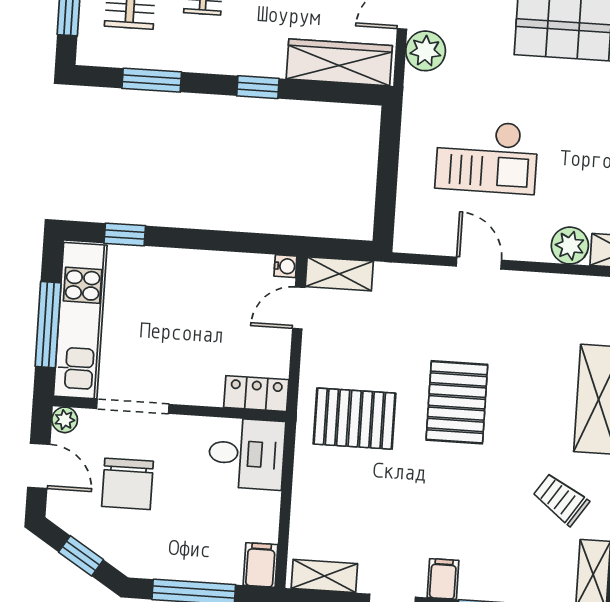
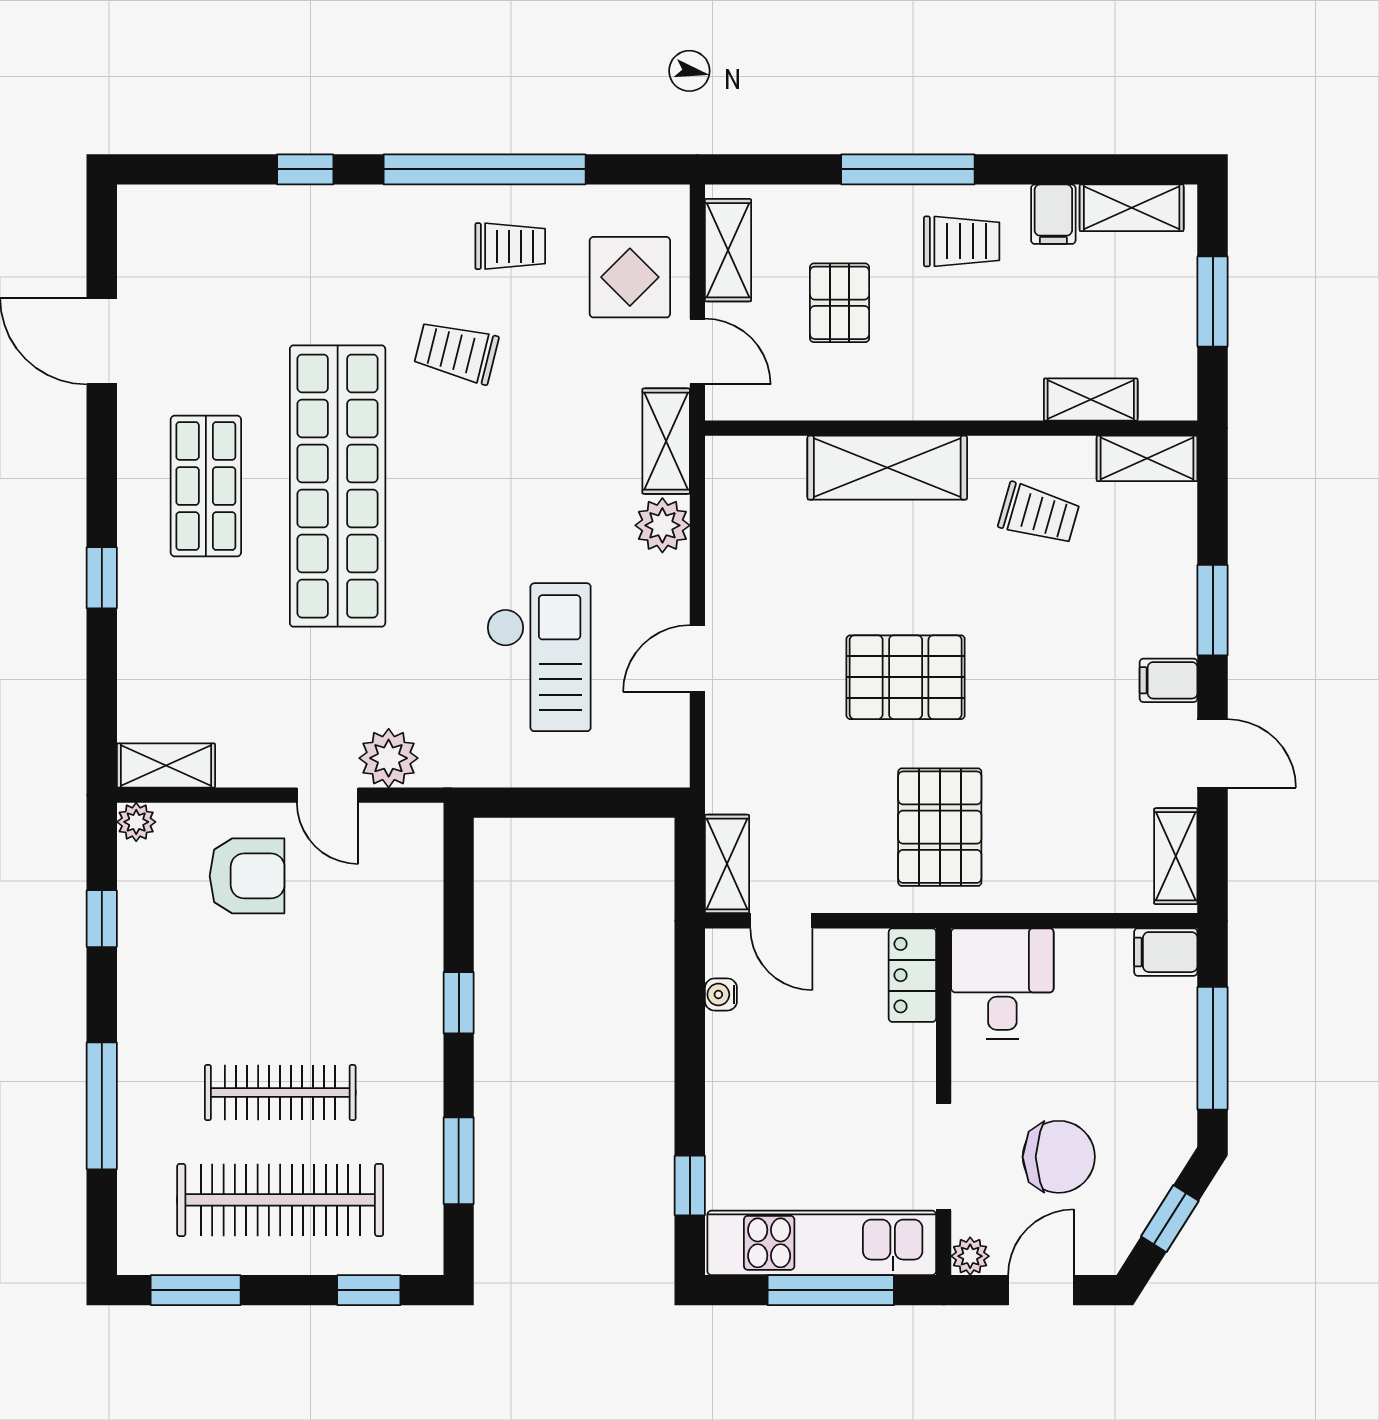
wardrobe: (339, 62) -> (414, 885), removed
water cooler: (285, 266) -> (721, 994), moved, turned -90
trolley: (561, 499) -> (1039, 514), turned -108

